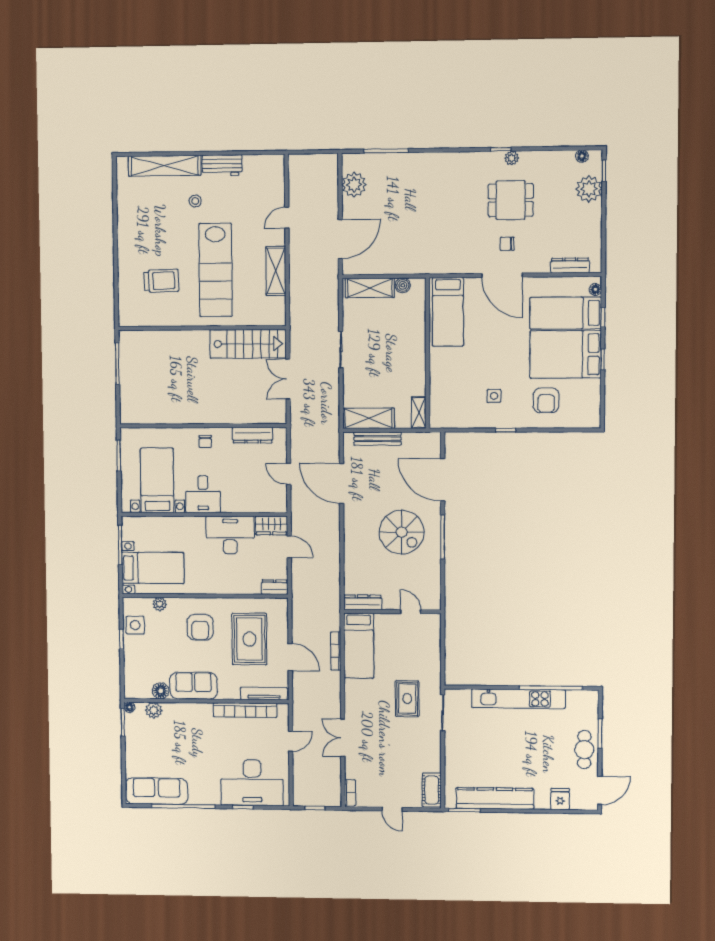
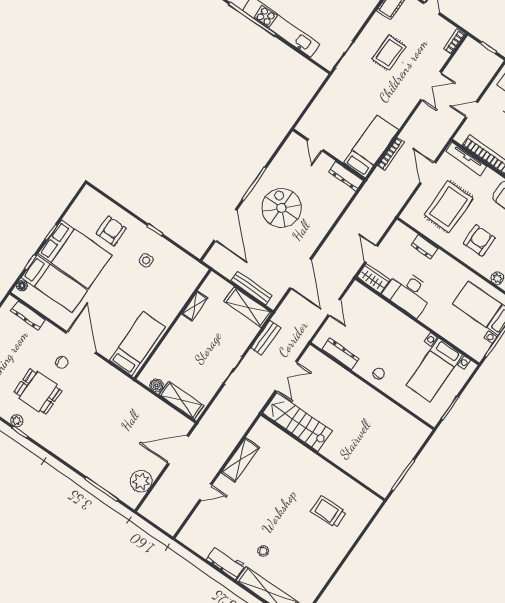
lab bench: (216, 270) -> (283, 492), removed
bench: (332, 401) -> (266, 338), added
shelving: (419, 413) -> (195, 306), moved
desk: (203, 494) -> (408, 337), removed
dresser: (275, 587) -> (425, 247), moved
rug: (407, 699) -> (389, 53), moved

